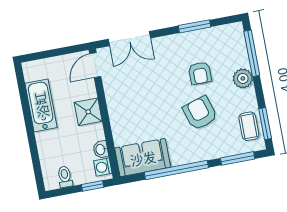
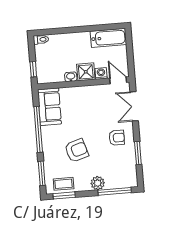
armchair: (200, 73) -> (117, 138), moved, turned 180
bathtub: (41, 105) -> (108, 38), moved
washbasin: (101, 149) -> (71, 77), moved
washing machine: (103, 167) -> (101, 73), moved
toilet: (65, 177) -> (41, 40), moved

